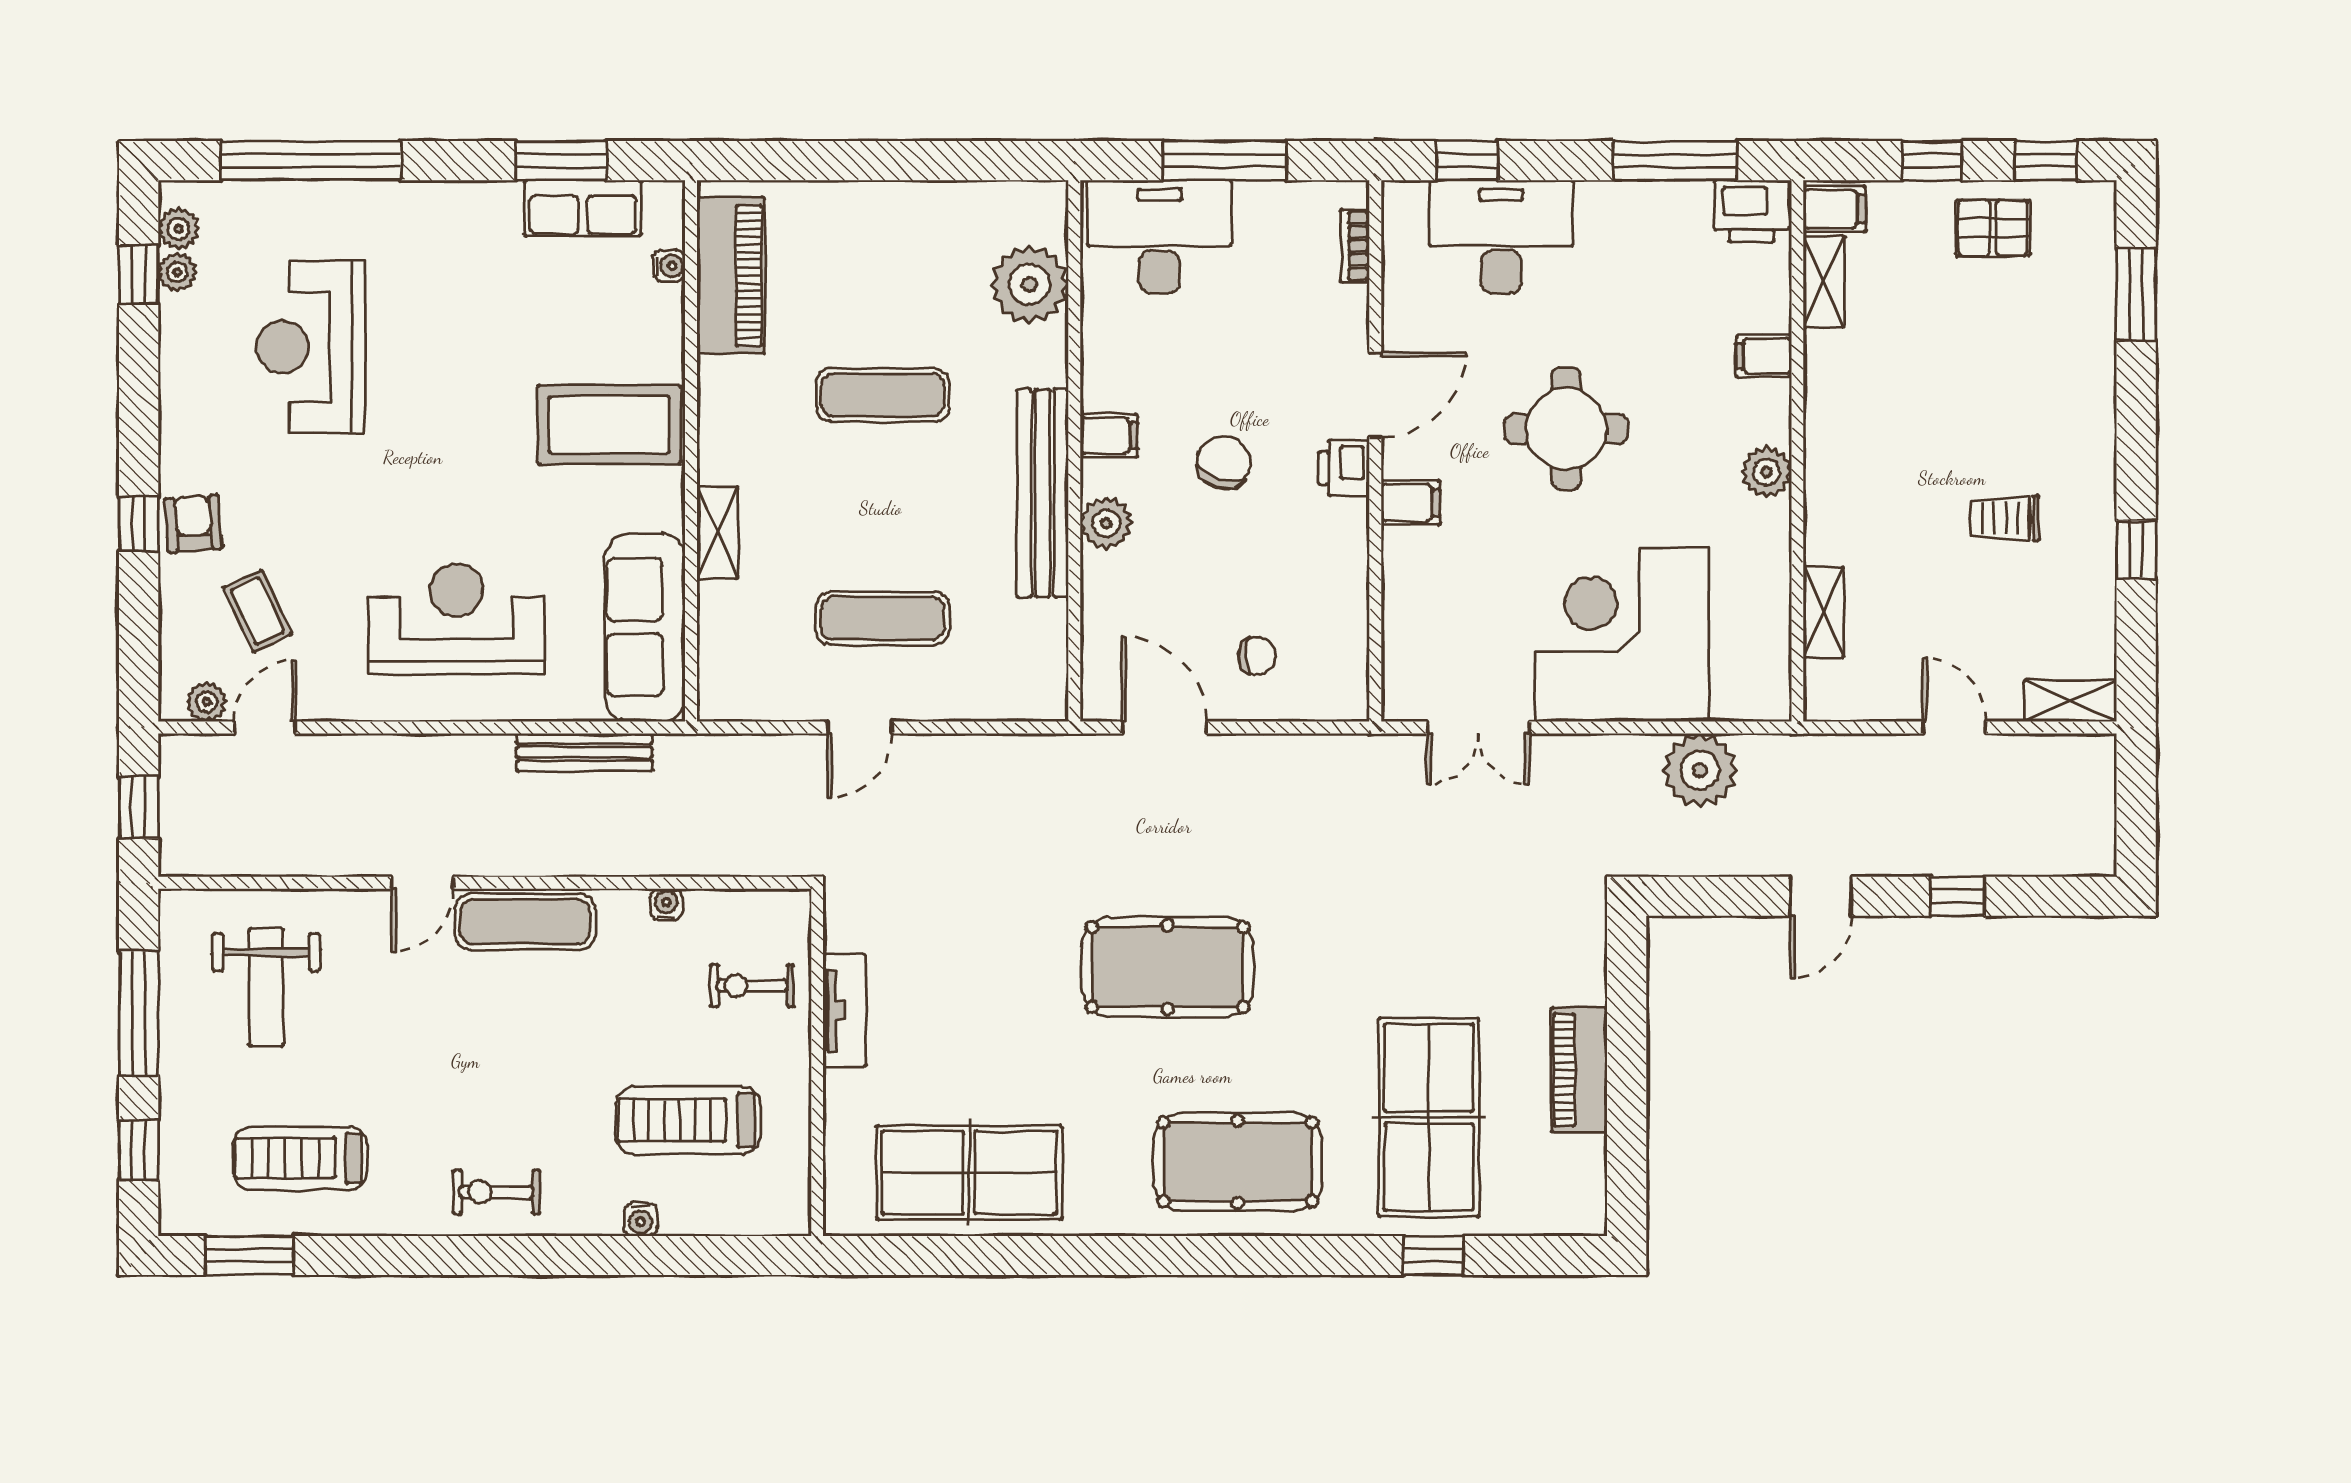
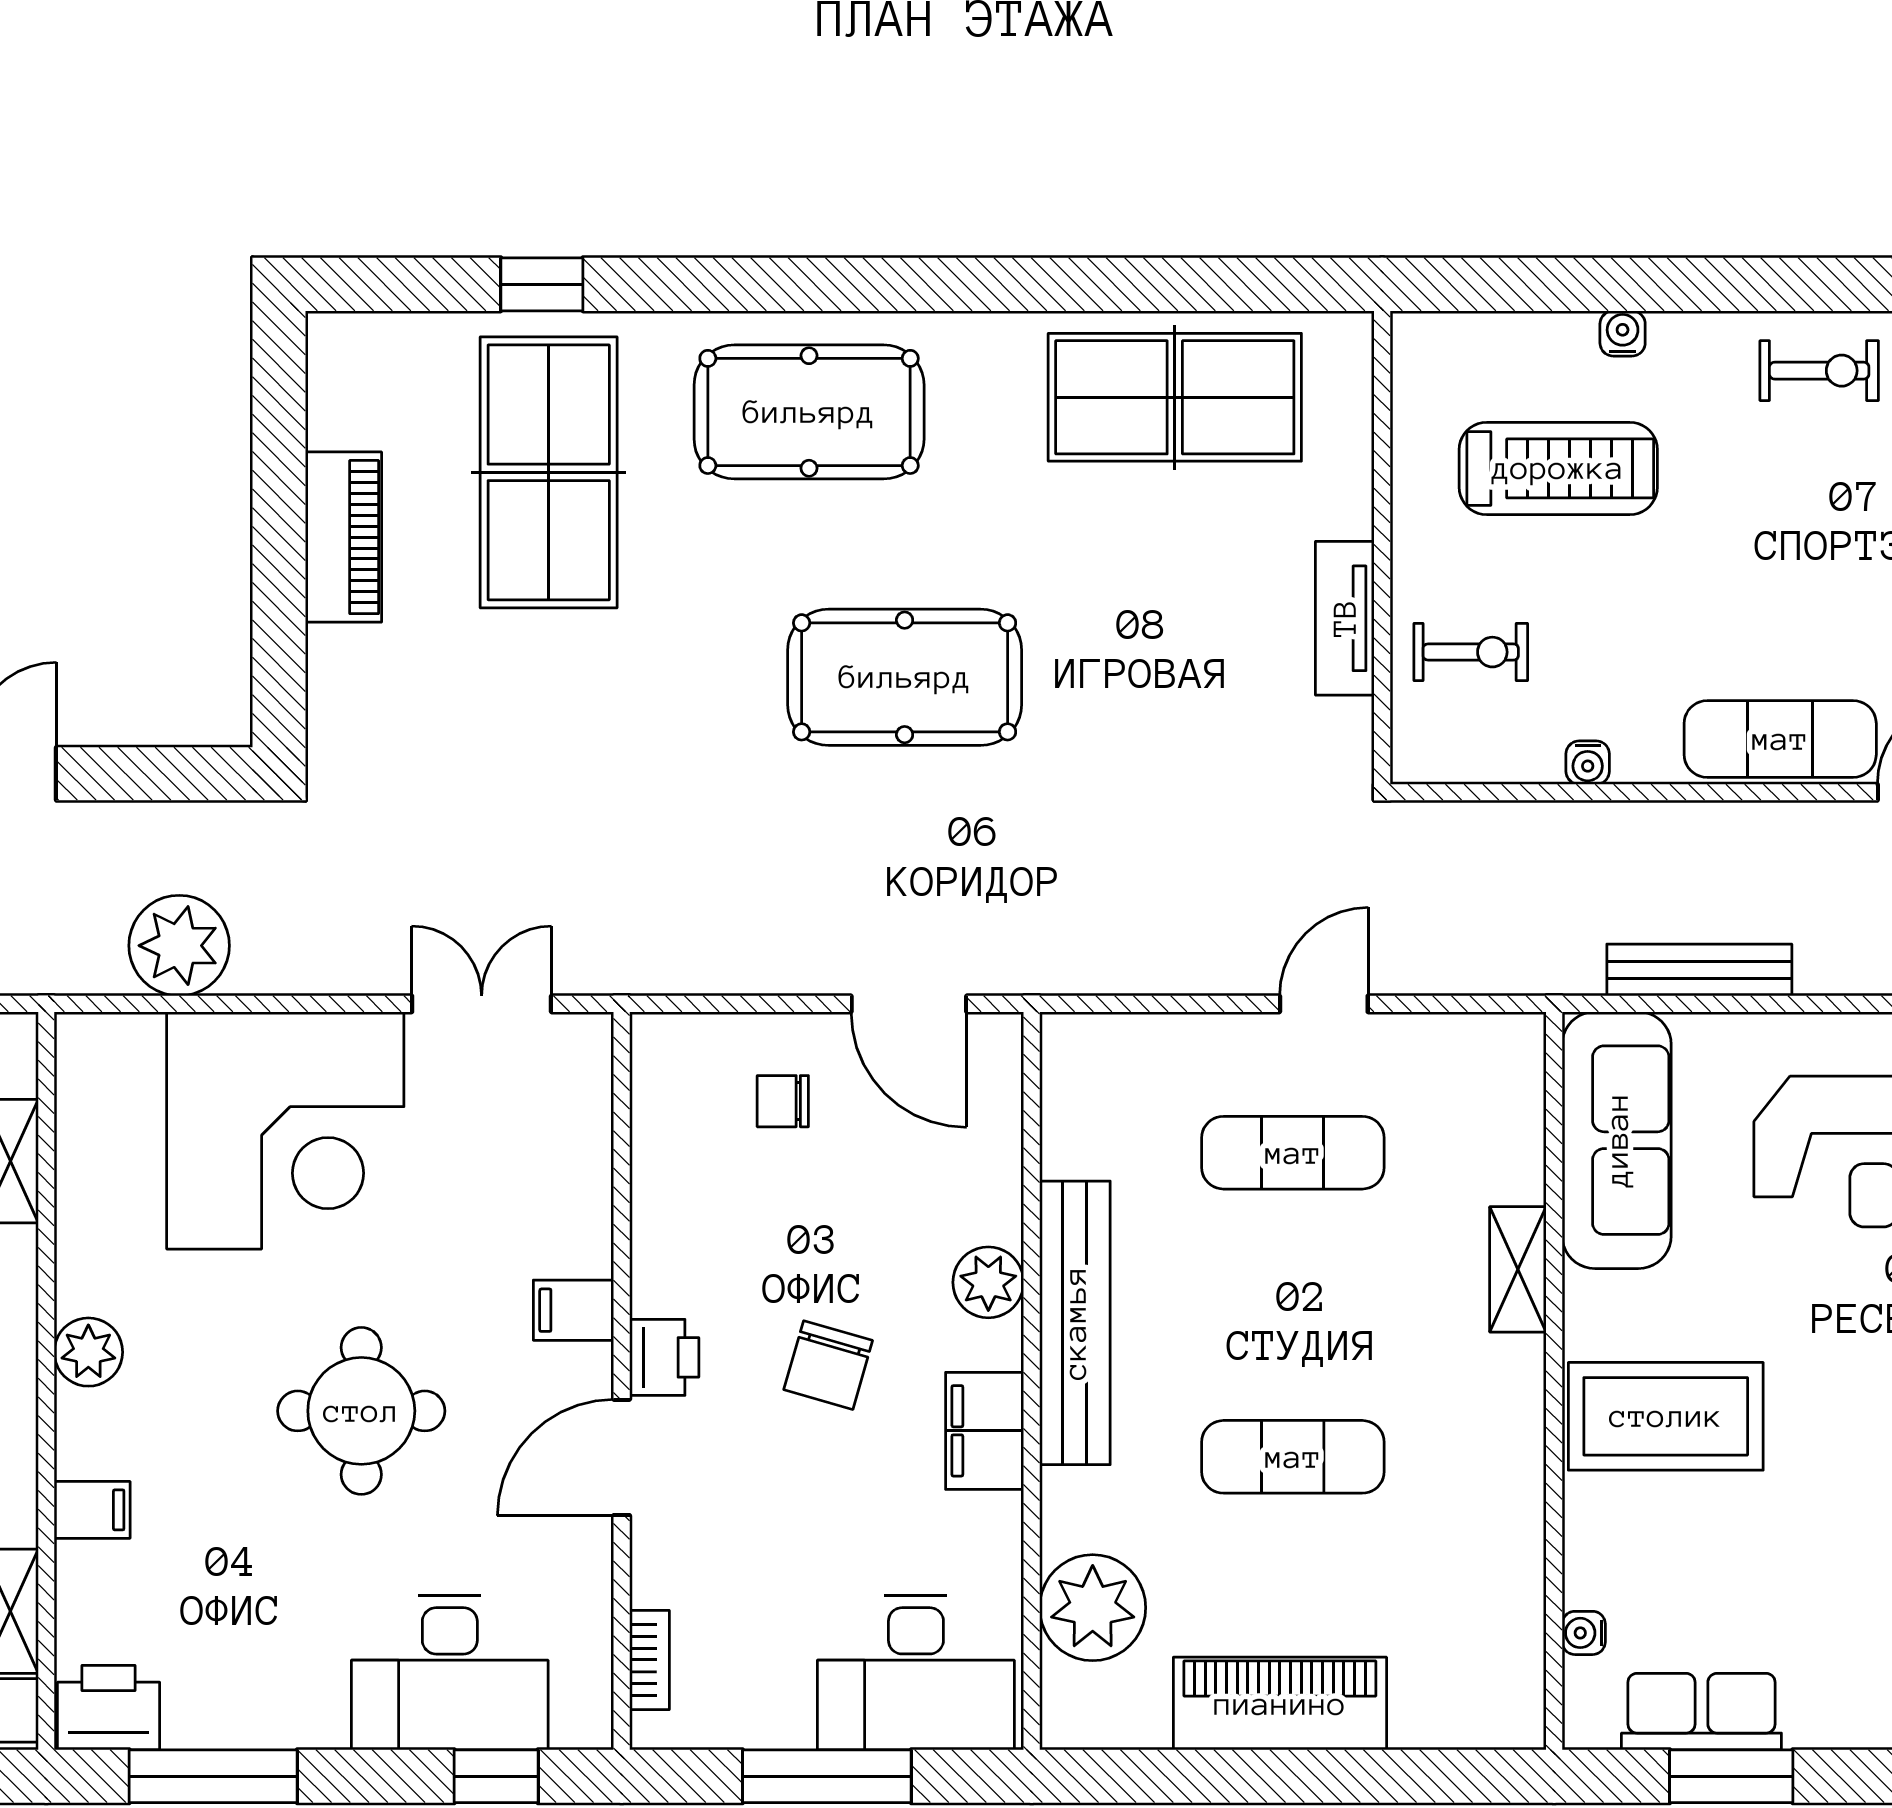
piano: (731, 276) -> (1280, 1704), moved, turned 90
filing cabinet: (1109, 436) -> (985, 1431), width x2.00

